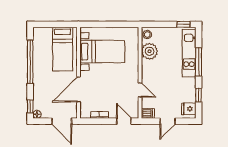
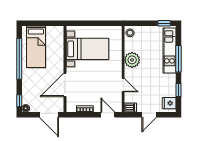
bed: (63, 49) -> (36, 47), moved
plant: (150, 51) -> (132, 60), moved

